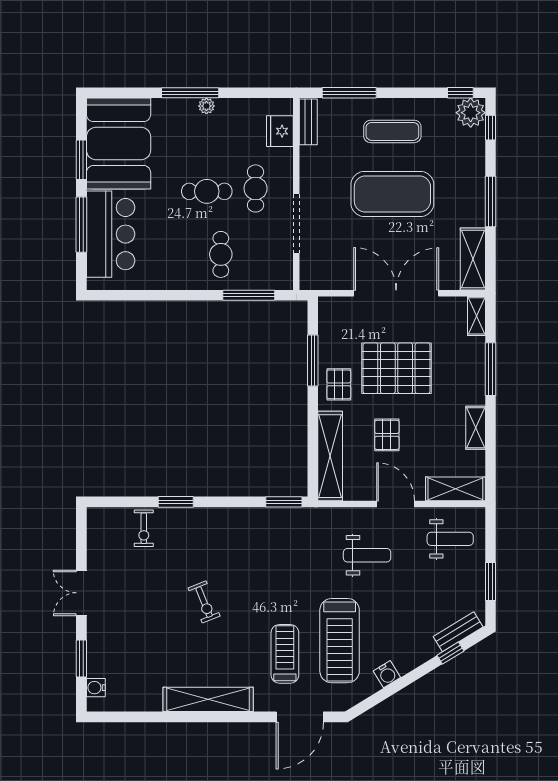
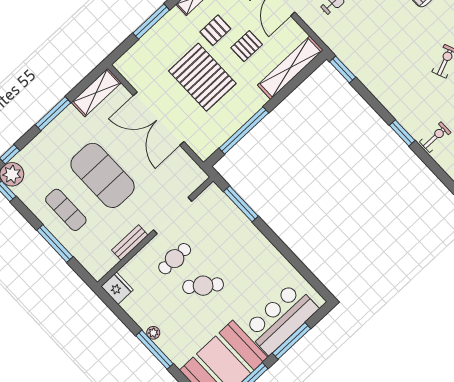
window: (349, 93) -> (55, 243), moved
bench: (308, 122) -> (130, 243), moved
fridge: (280, 131) -> (117, 288), moved, turned -90
cafe table: (207, 191) -> (203, 286), turned -52
cafe table: (221, 254) -> (232, 243), removed
shelving: (477, 316) -> (128, 59), removed
window: (313, 361) -> (244, 130), width x1.46
pallet: (339, 384) -> (215, 30), moved

